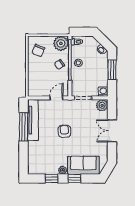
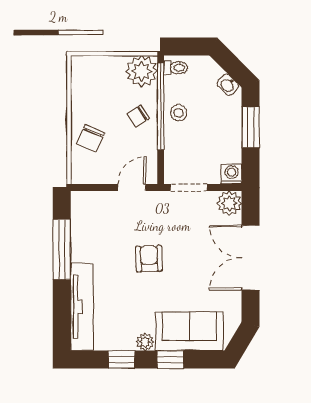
chair: (38, 50) -> (91, 138), moved
tv unit: (33, 120) -> (82, 307), moved
double door: (112, 131) -> (251, 258), width x1.37

